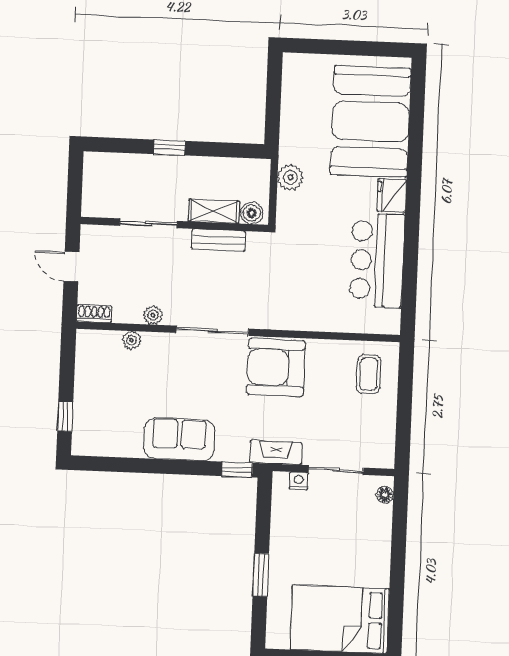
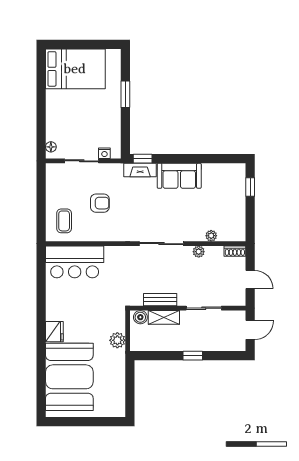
door: (75, 185) -> (250, 330), added
bar counter: (377, 260) -> (75, 262), moved, turned 90
armchair: (276, 367) -> (100, 203), moved, width x0.53, depth x0.53
fireplace: (276, 453) -> (140, 170), moved

